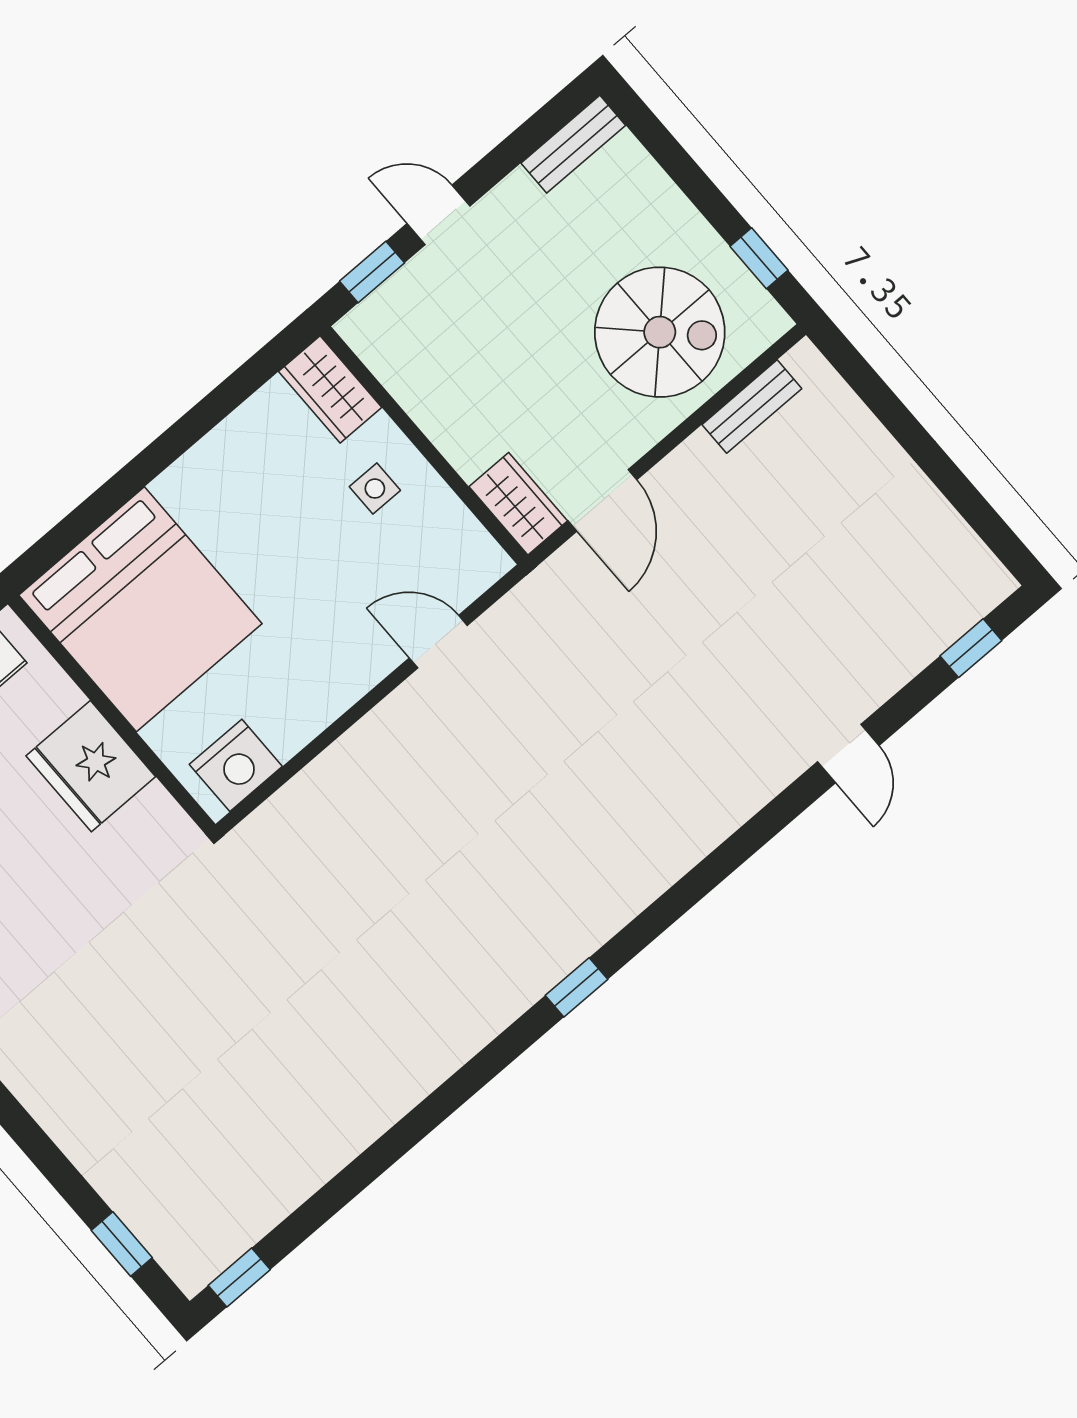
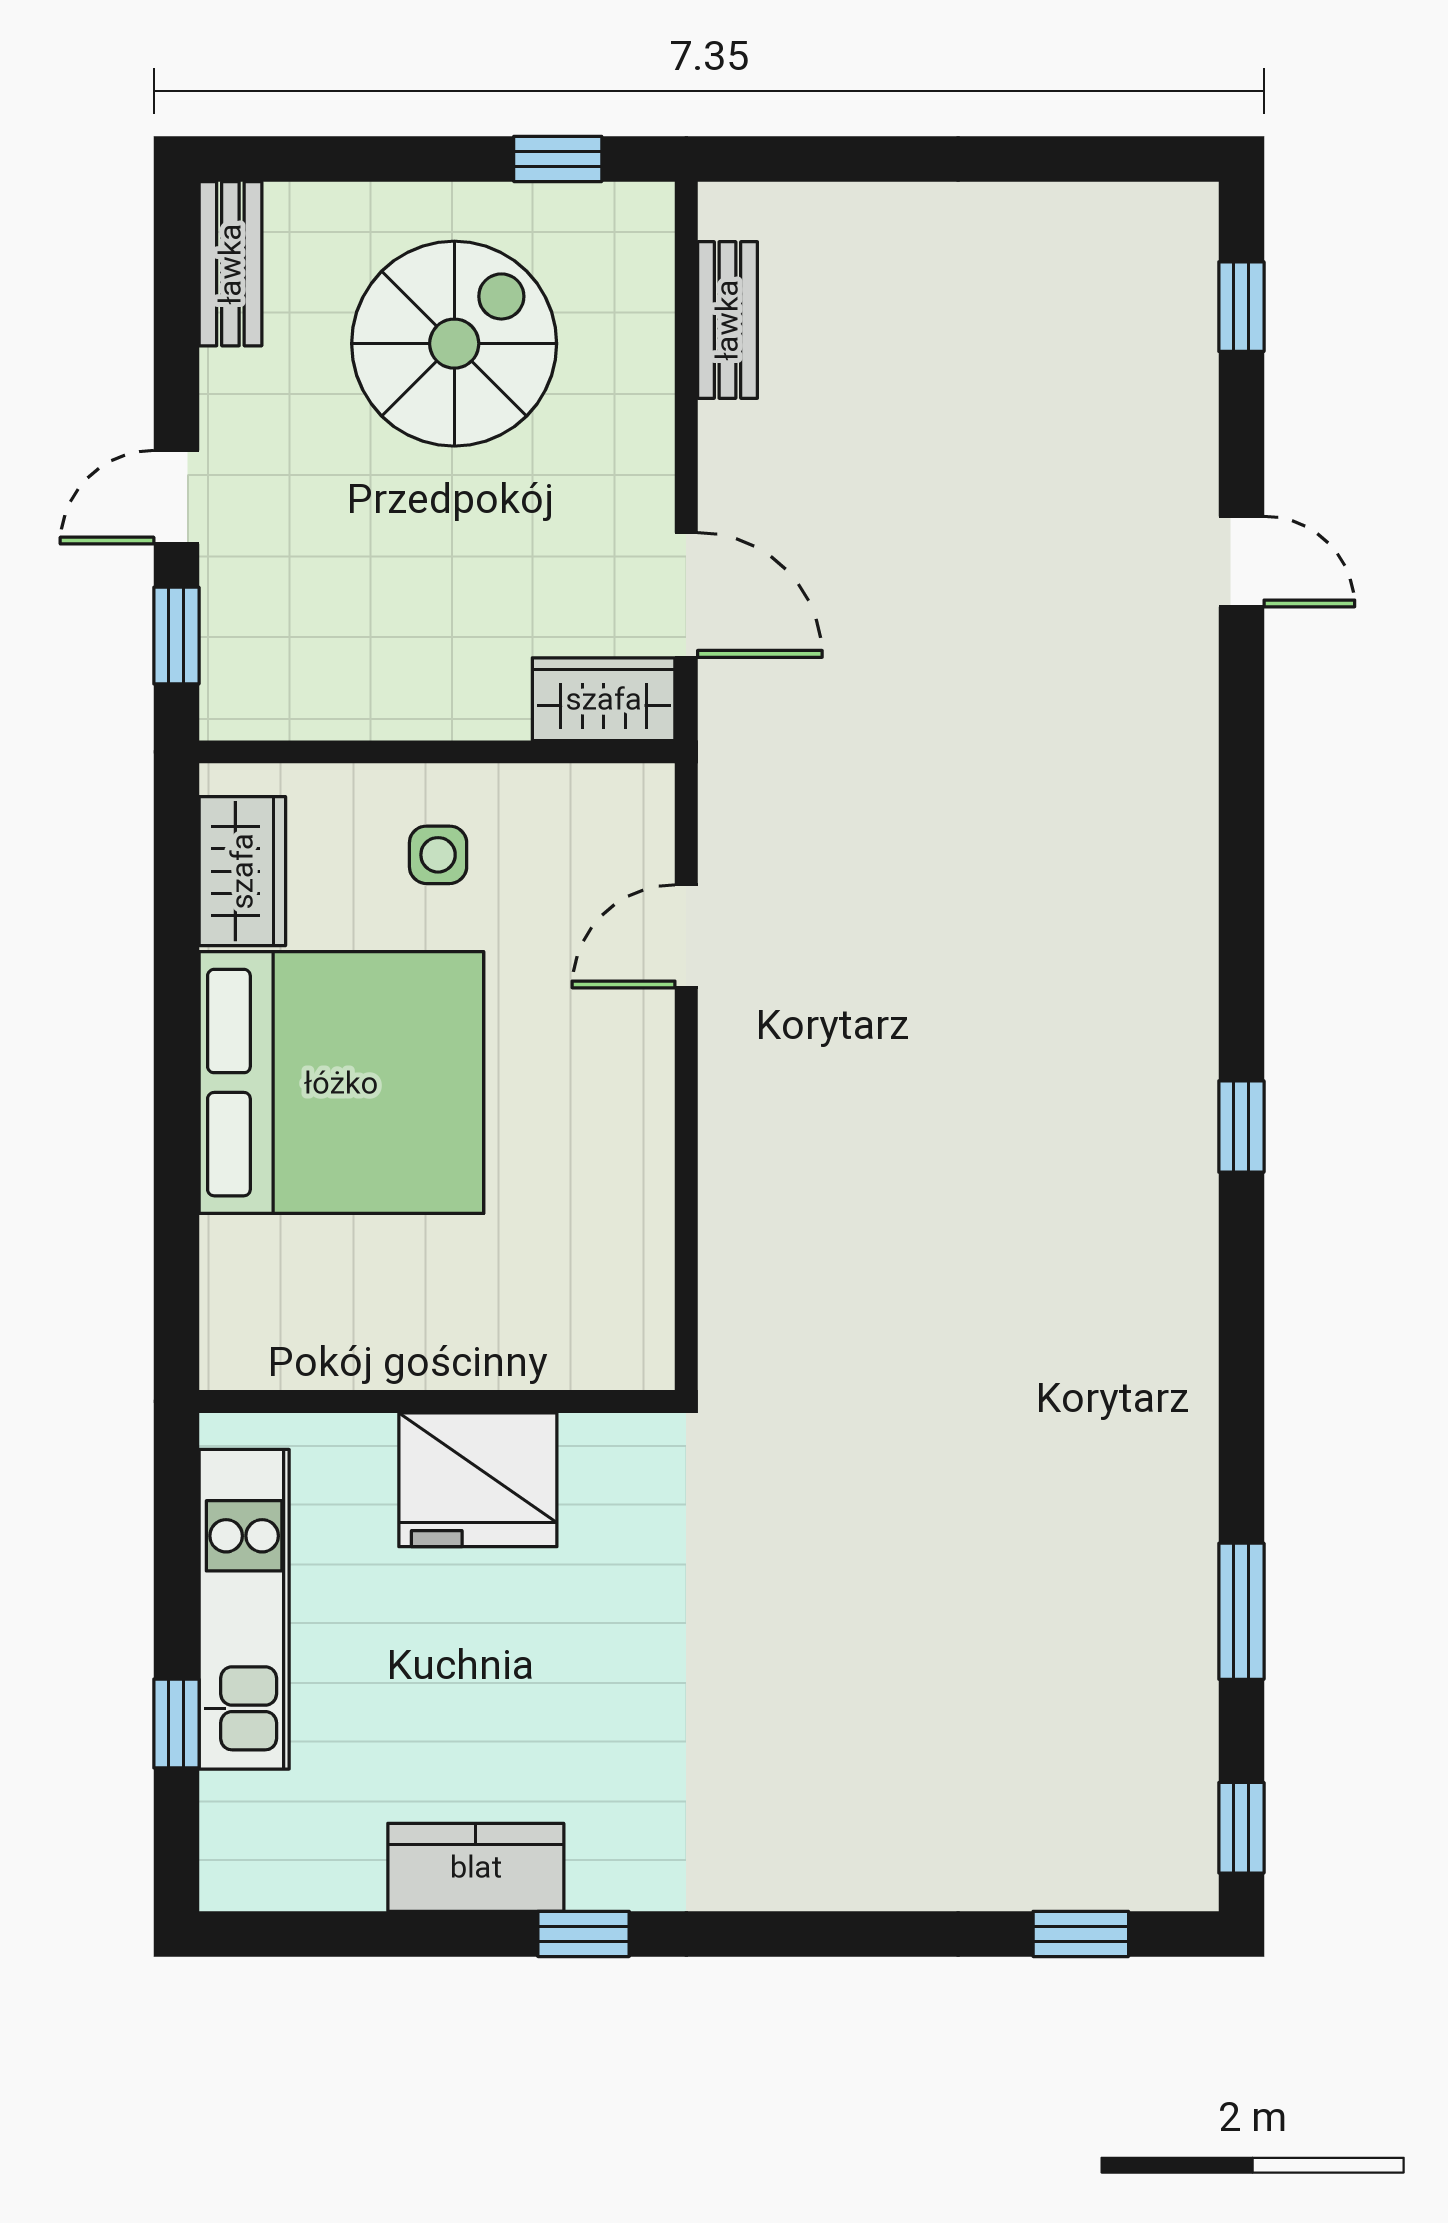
spiral stairs: (660, 332) -> (454, 344), moved
wardrobe: (330, 389) -> (242, 871), moved, turned -90
bed: (140, 609) -> (341, 1083), moved
nightstand: (236, 765) -> (626, 1306), removed
window: (343, 1188) -> (1241, 1611), added

